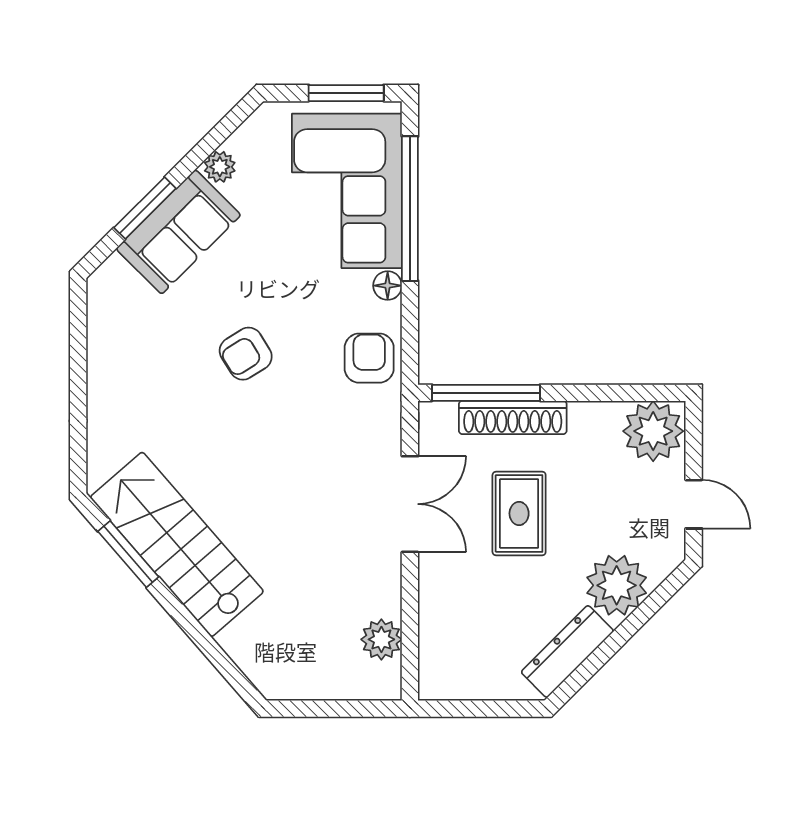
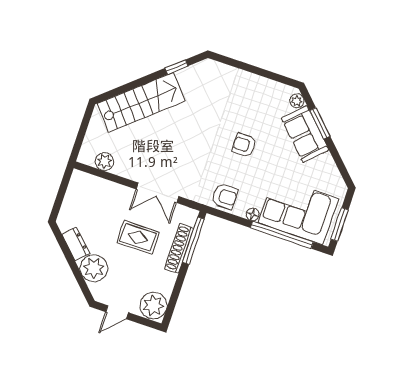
plant: (220, 167) -> (297, 101), moved
armchair: (246, 354) -> (244, 145), turned -58
stairs: (177, 544) -> (141, 102), moved
window: (128, 554) -> (177, 67), width x0.67
dresser: (567, 651) -> (76, 244), width x0.70

